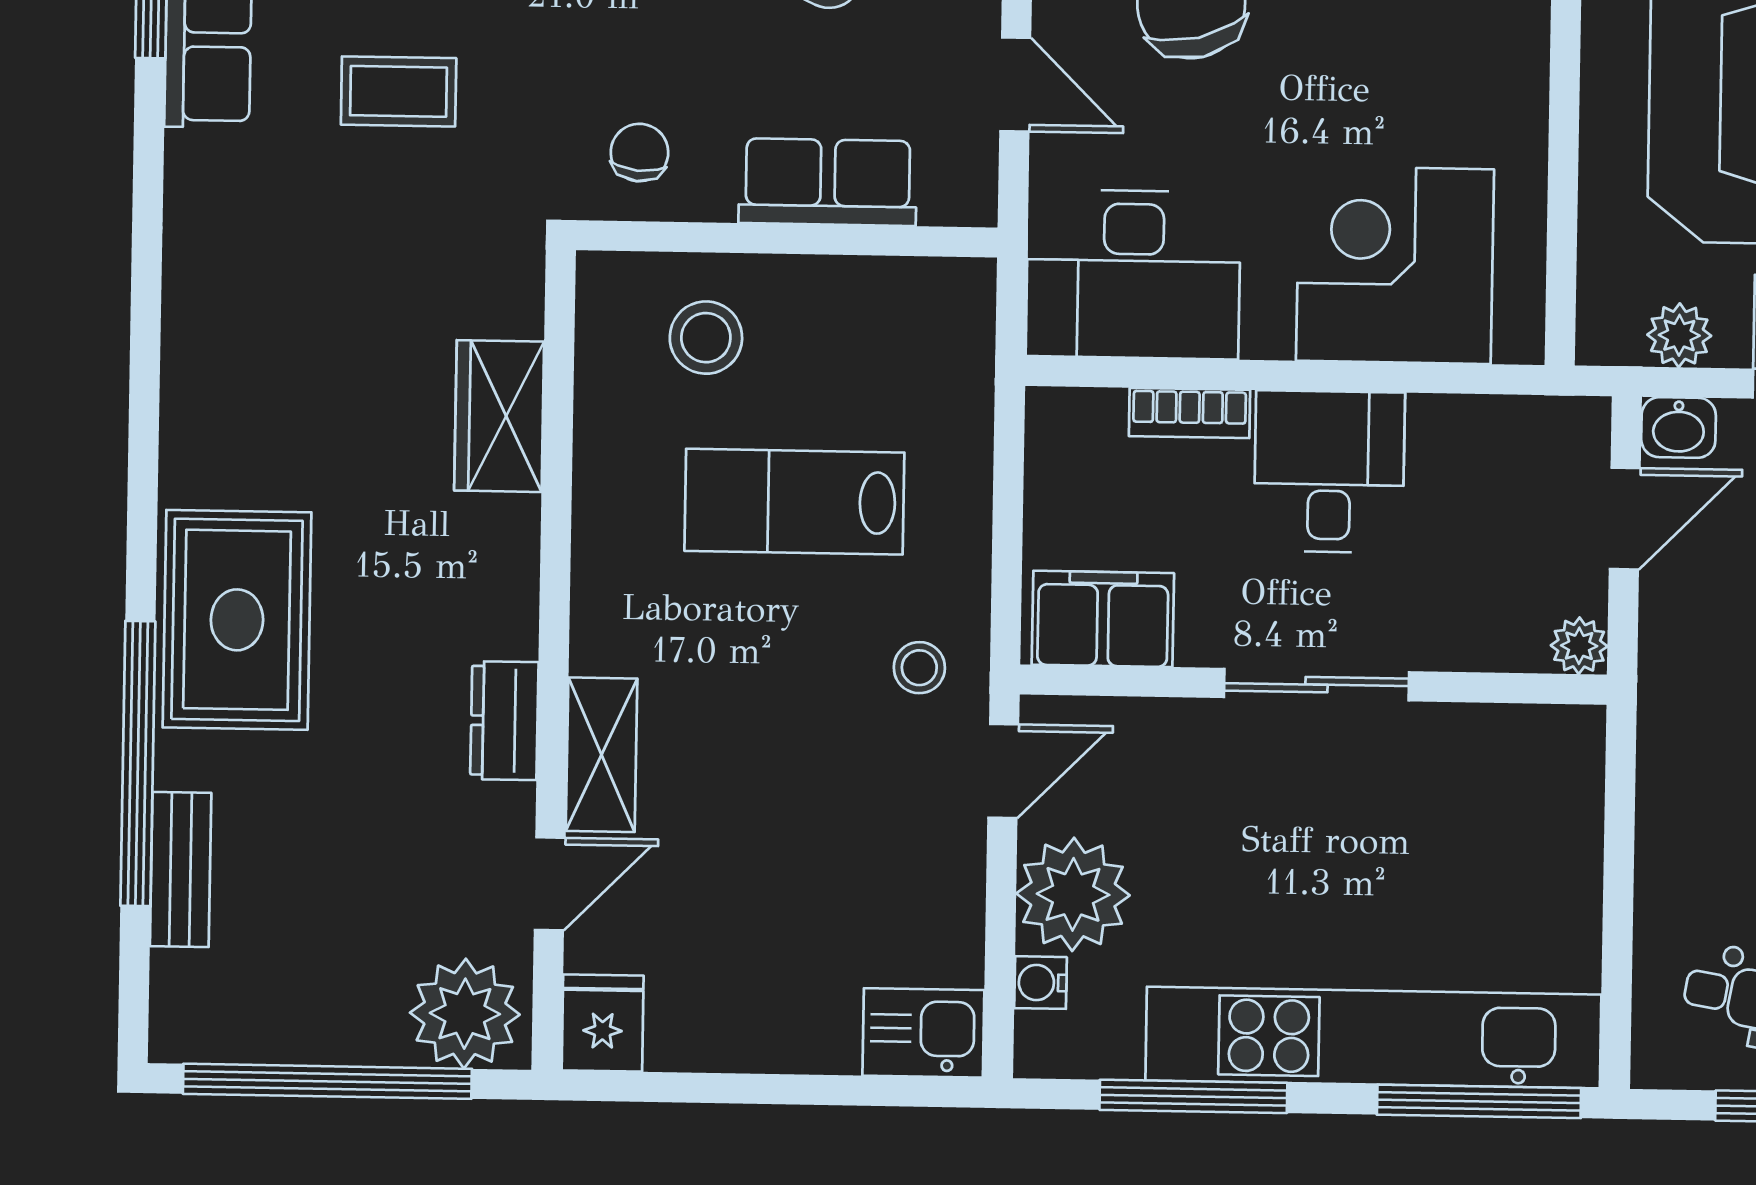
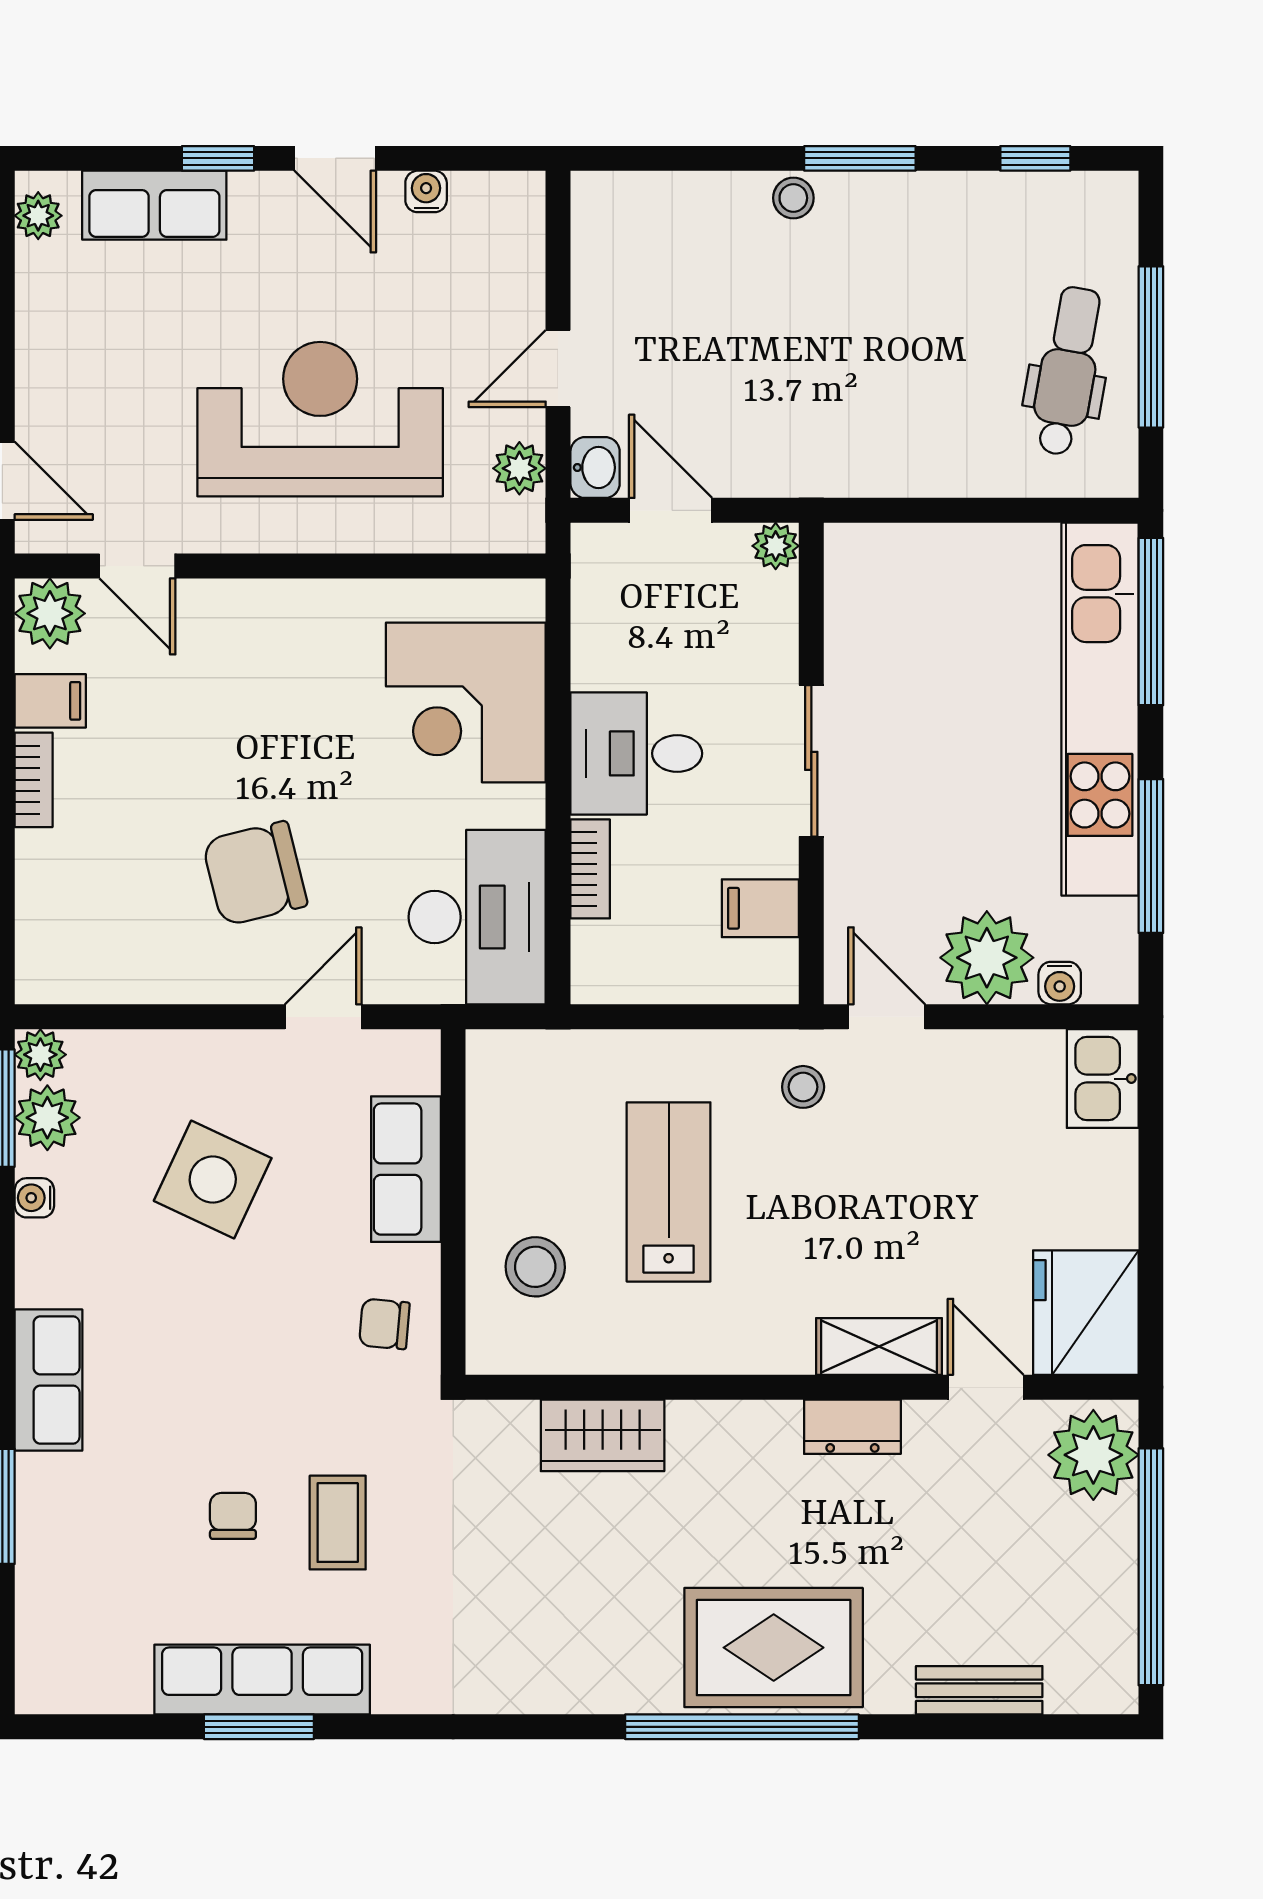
lab bench: (794, 502) -> (669, 1192), turned 180
filing cabinet: (1103, 619) -> (760, 908), width x0.50
window: (138, 764) -> (742, 1727), moved
fridge: (603, 1023) -> (1086, 1313), width x1.88, depth x1.34

